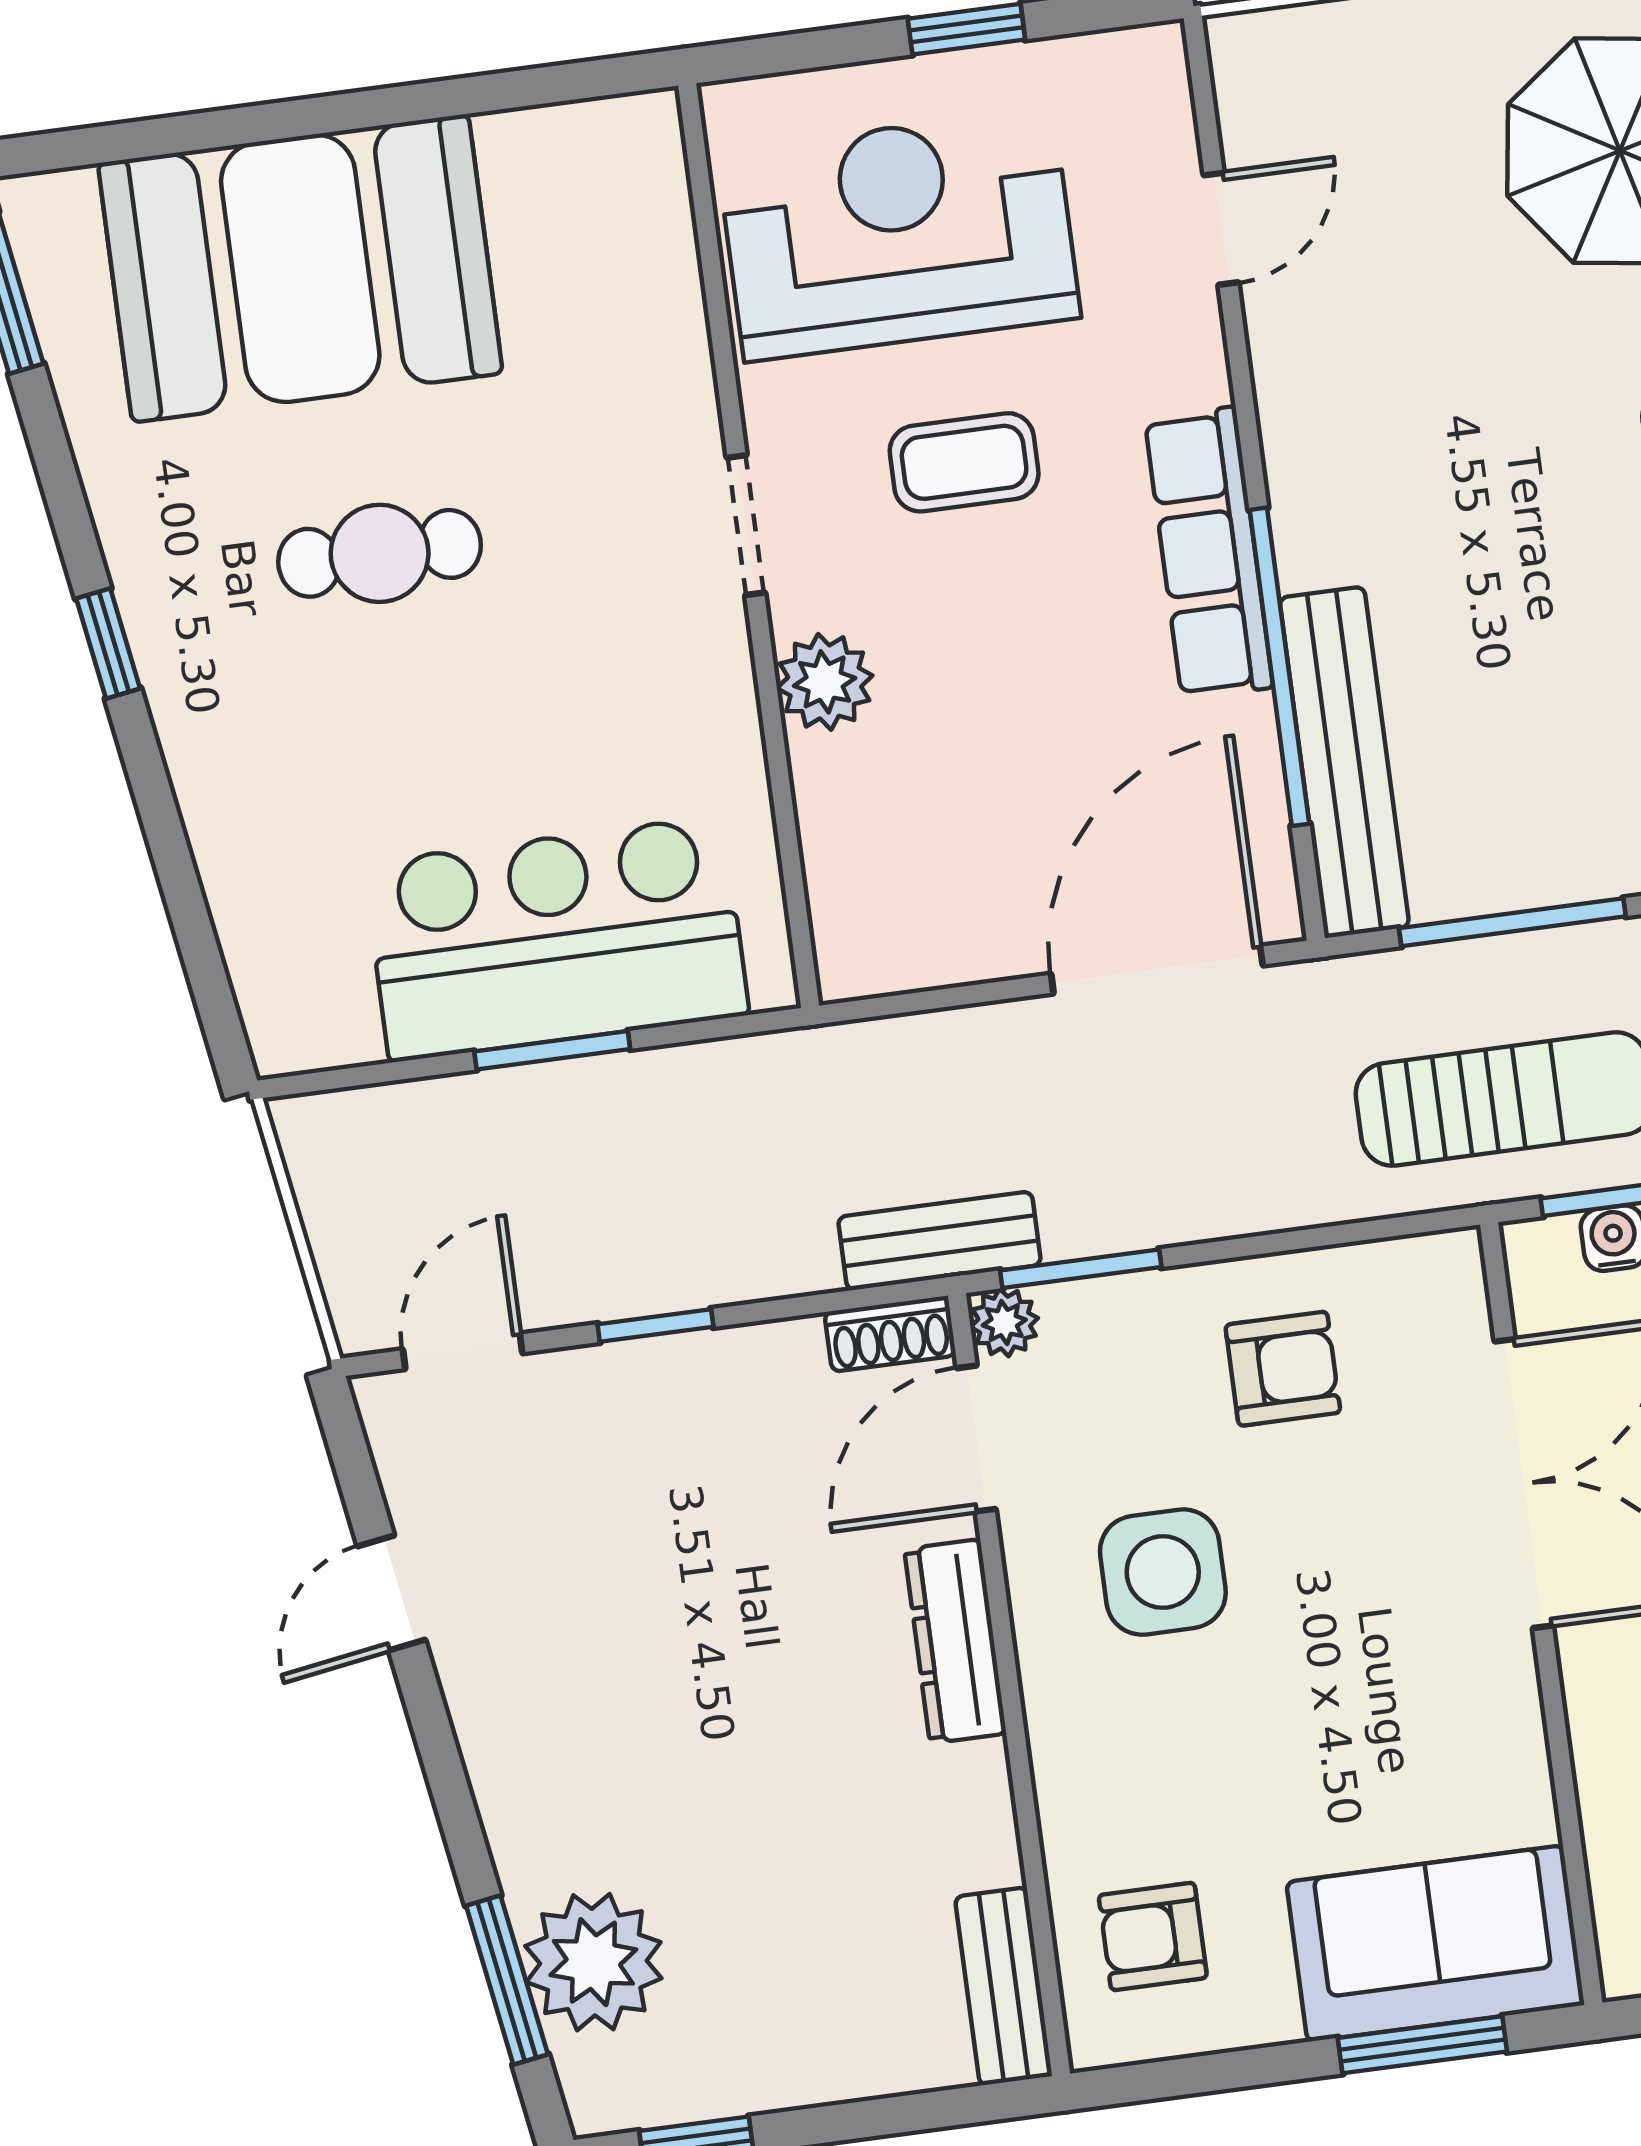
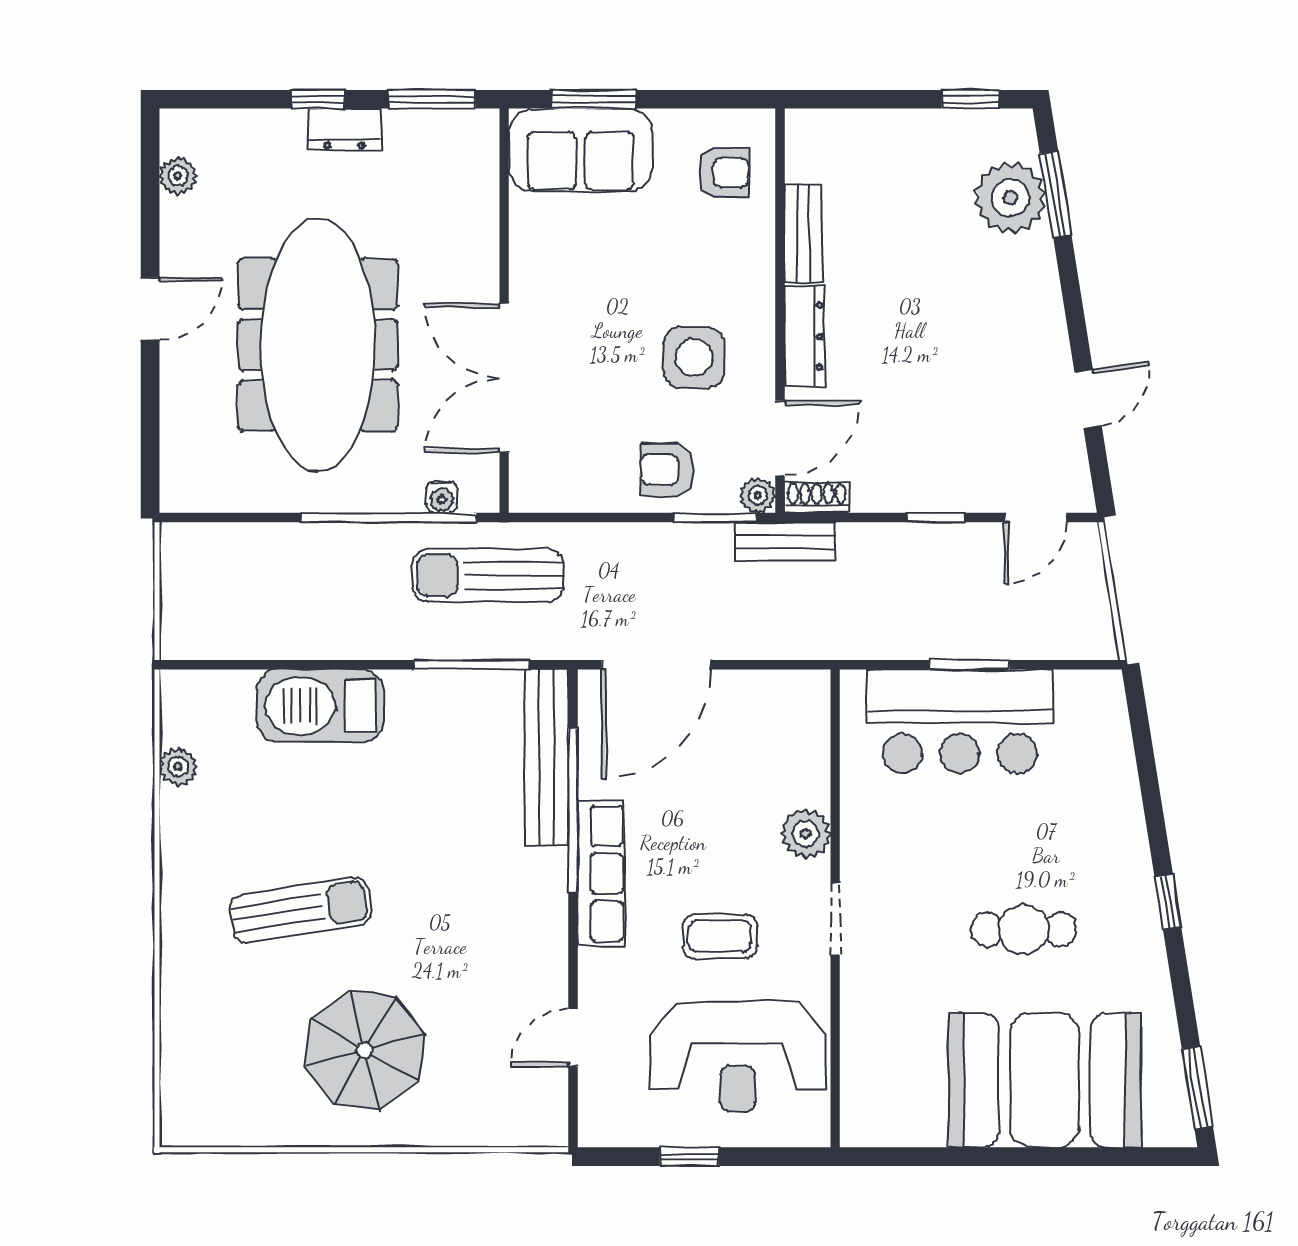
armchair: (1283, 1369) -> (667, 470), moved
bench: (1003, 1986) -> (803, 233), moved

